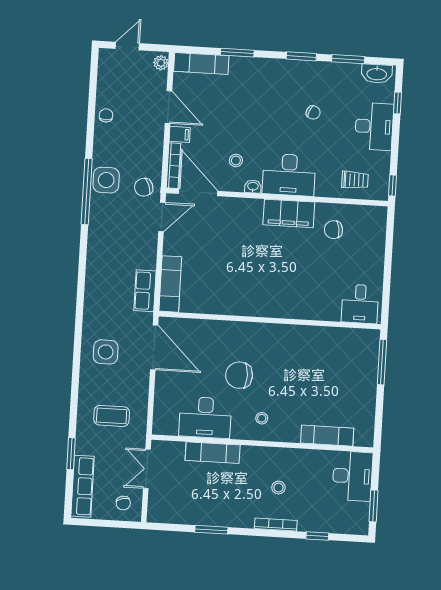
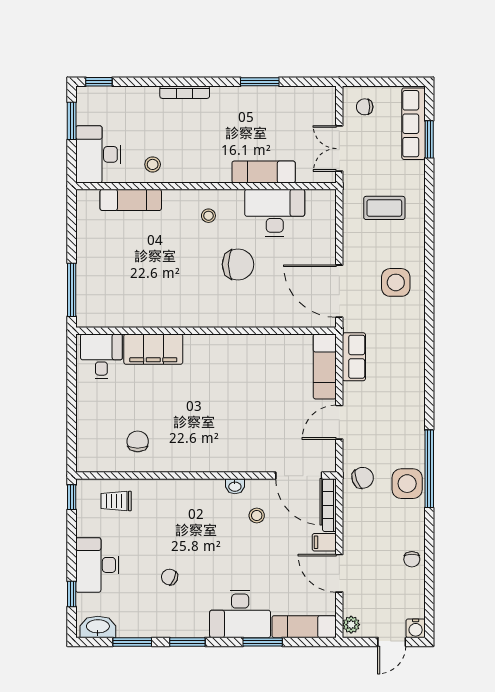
water cooler: (106, 56) -> (416, 628), added
desk: (289, 175) -> (240, 614), moved, turned 180
filing cabinet: (289, 213) -> (153, 349), moved, turned 180
door: (162, 217) -> (339, 422), moved
chair: (333, 230) -> (138, 441), turned -82
window: (71, 454) -> (429, 139), moved
double door: (147, 469) -> (339, 149), swing flipped
stool: (278, 488) -> (153, 164), moved
chair: (123, 503) -> (365, 107), turned -76
window: (317, 536) -> (99, 82), moved

